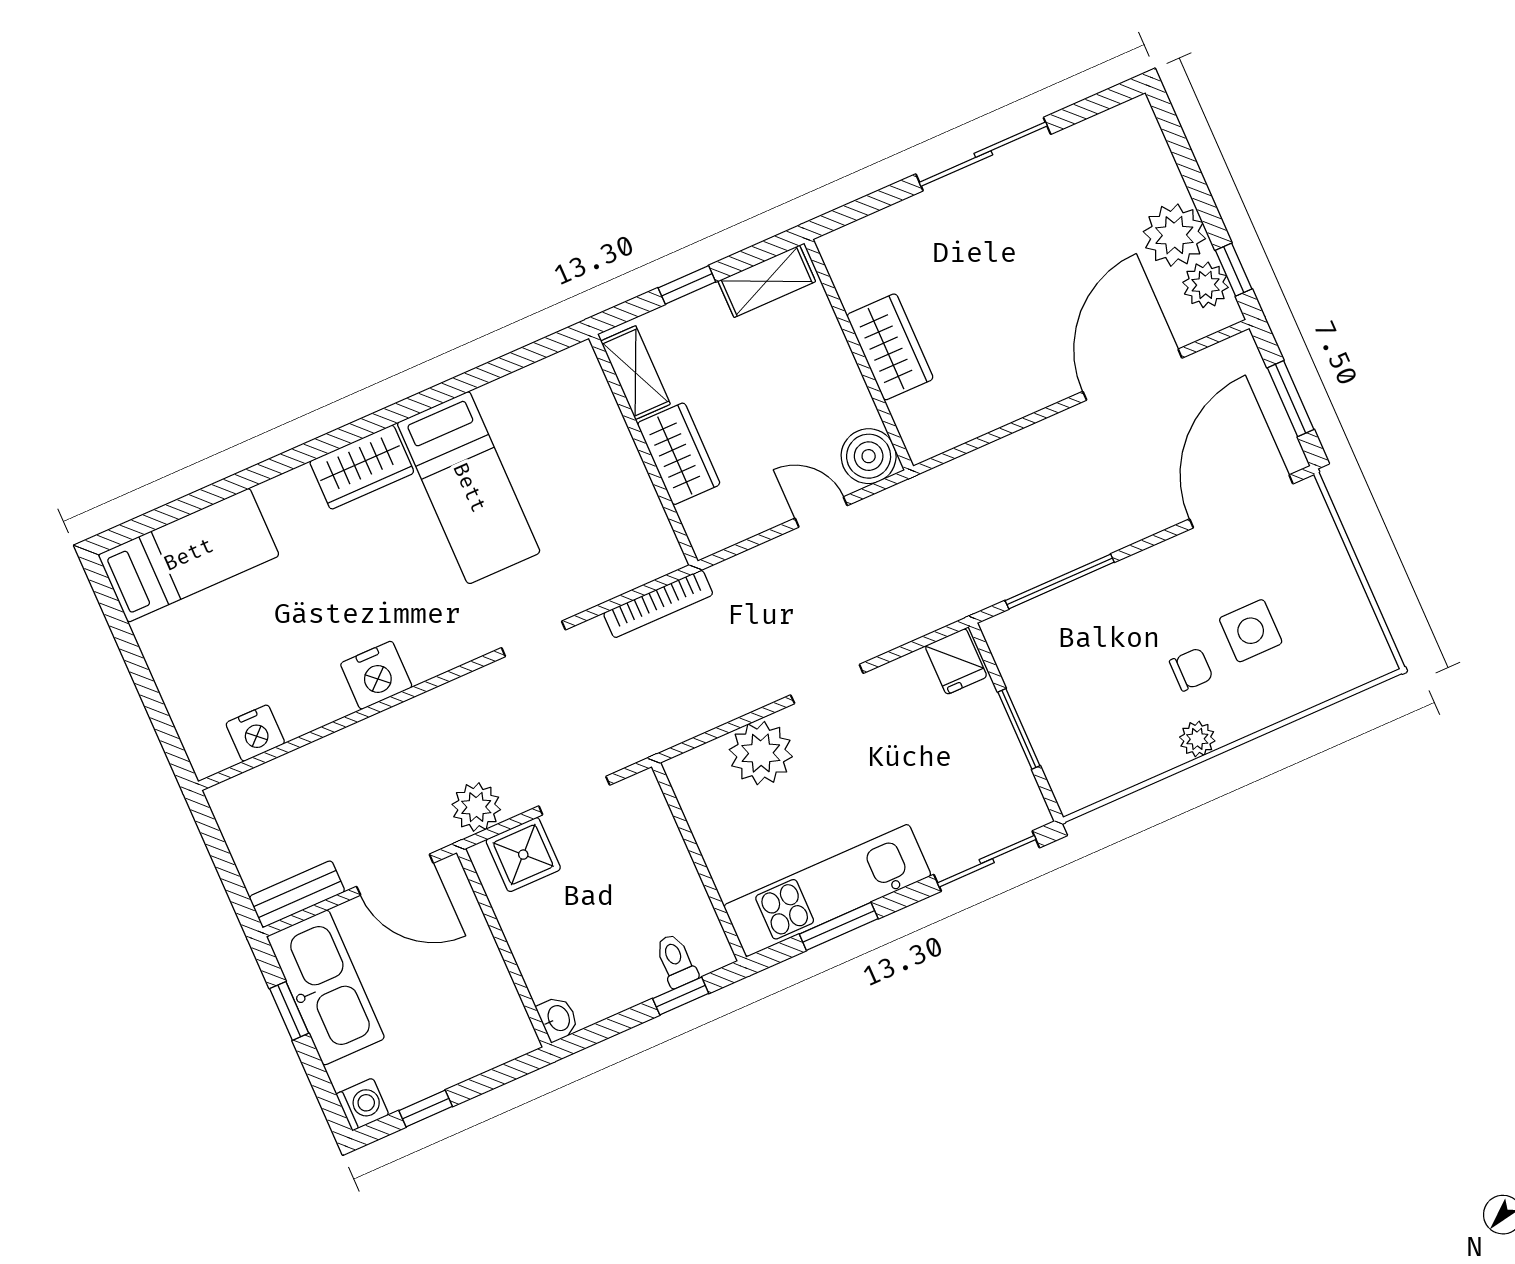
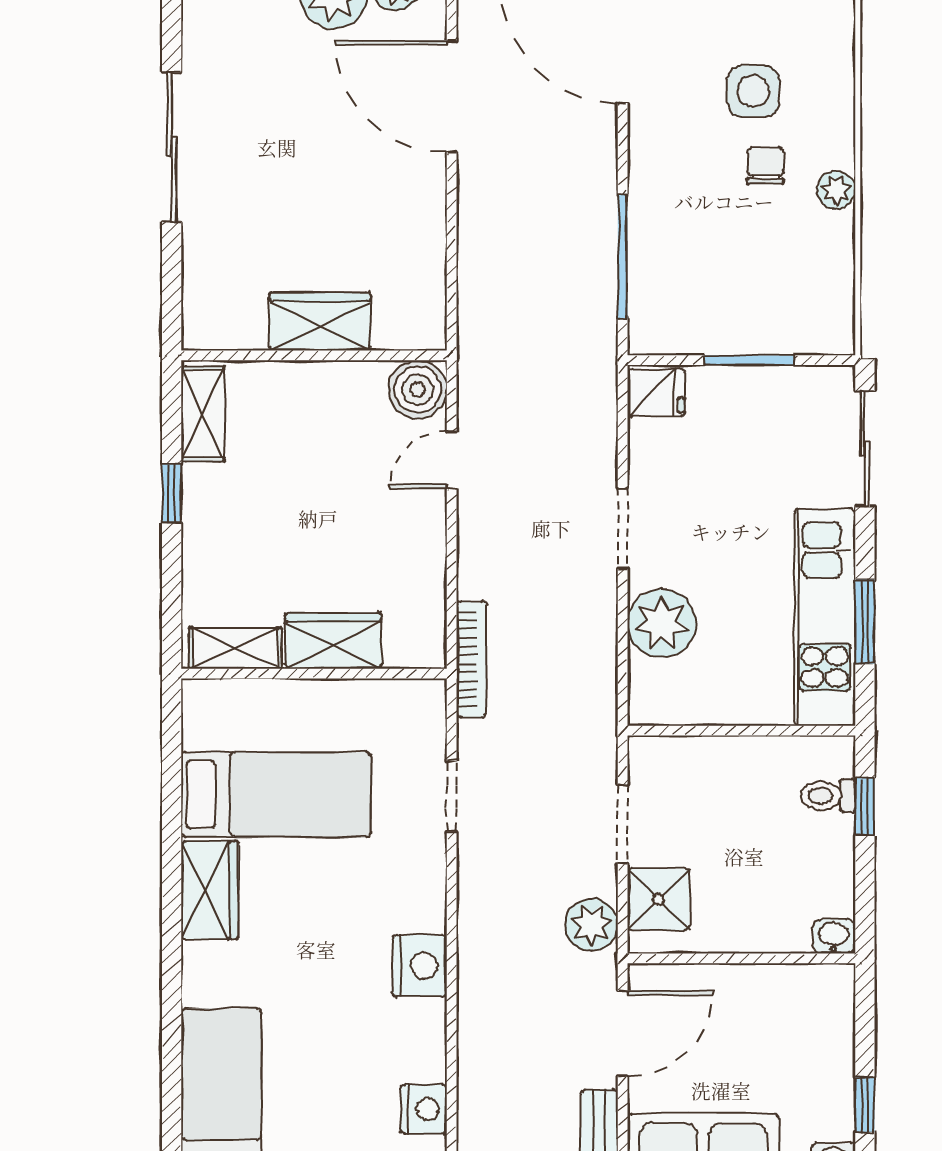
shelving: (635, 373) -> (235, 648), moved
wall: (643, 450) -> (314, 674), moved
wardrobe: (679, 454) -> (333, 641), moved

